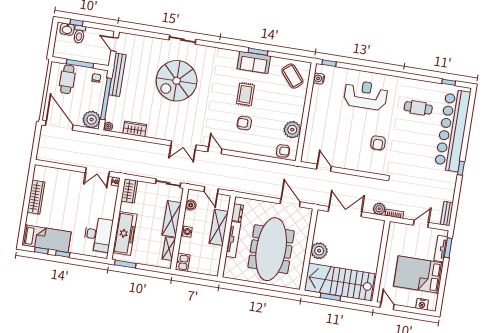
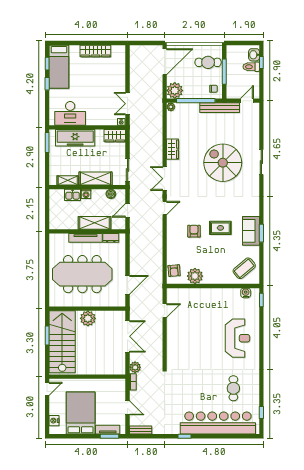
wardrobe: (135, 129) -> (173, 149), moved
armchair: (378, 143) -> (195, 357), removed
kitchen sink: (183, 262) -> (73, 195), moved

